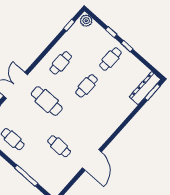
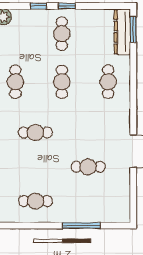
cafe table: (47, 101) -> (35, 132), width x0.73, depth x0.74
cafe table: (112, 109) -> (108, 82), added

